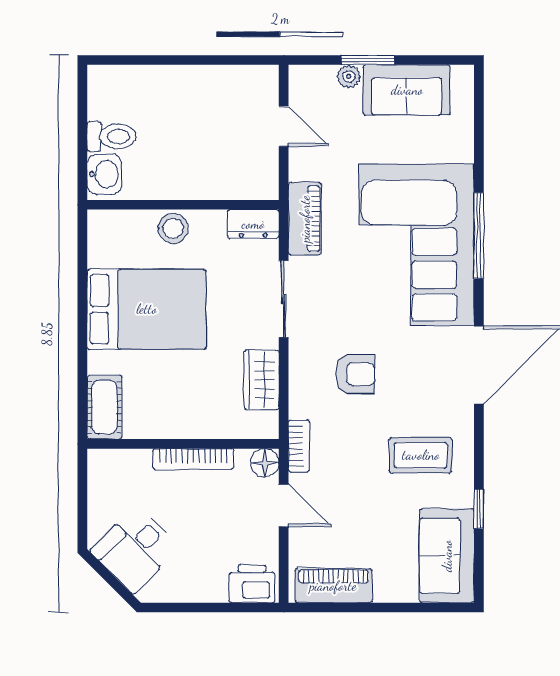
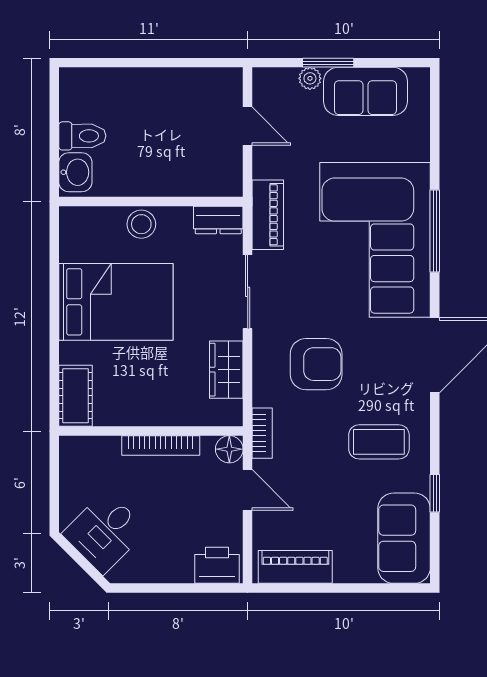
armchair: (355, 374) -> (316, 364), width x1.38, depth x1.38

